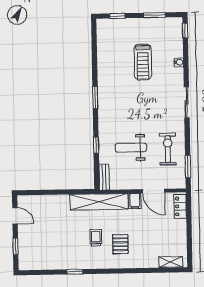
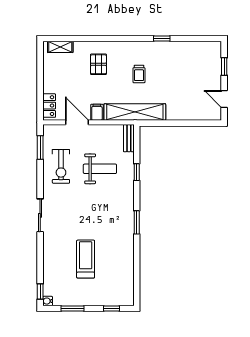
water cooler: (179, 62) -> (48, 301), moved
pallet: (120, 244) -> (98, 64), moved

